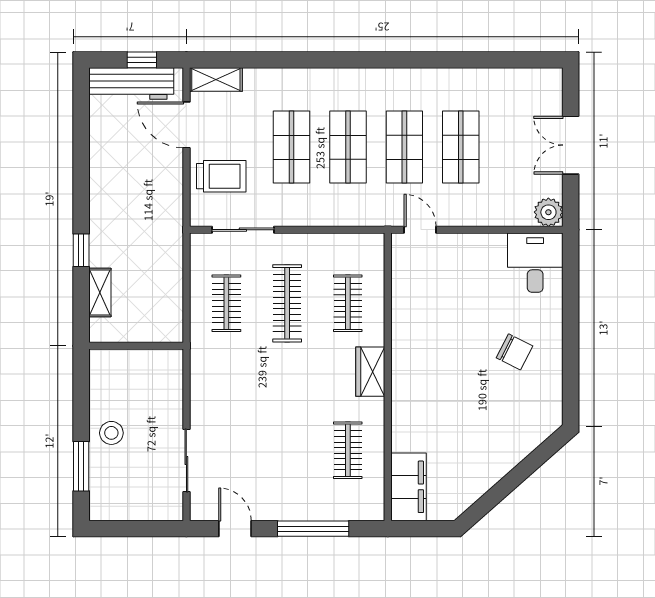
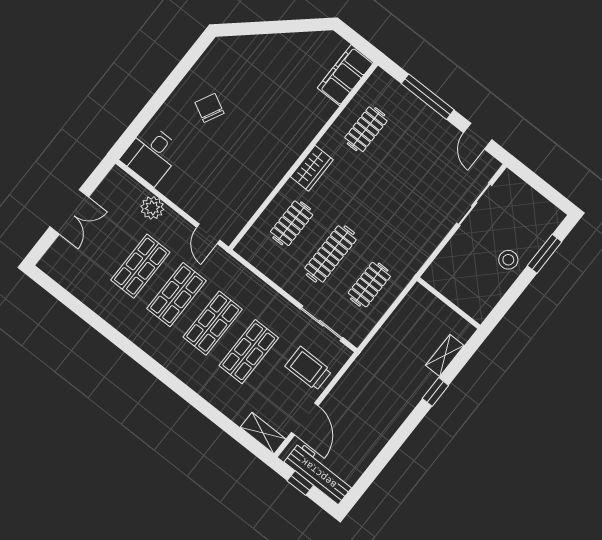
plant: (548, 212) -> (152, 208), moved

